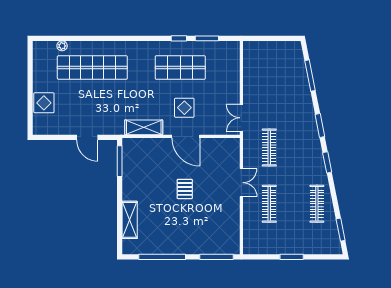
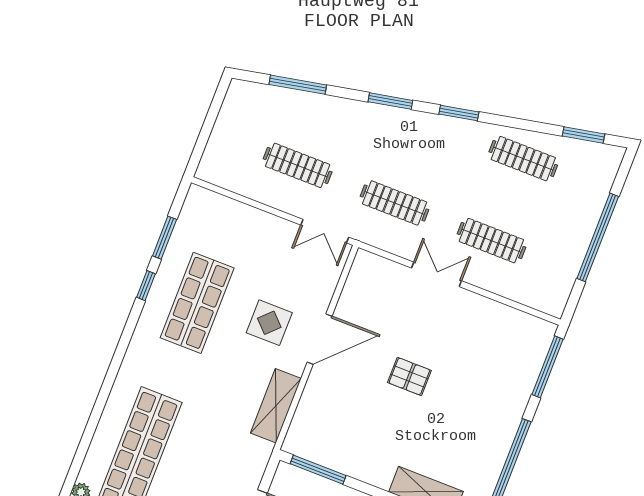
clothes rail: (269, 91) -> (298, 165), added
window: (292, 257) -> (598, 237), width x2.11

